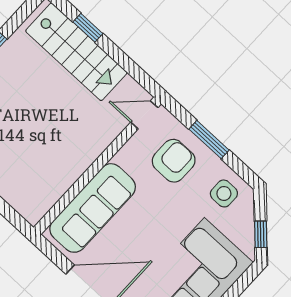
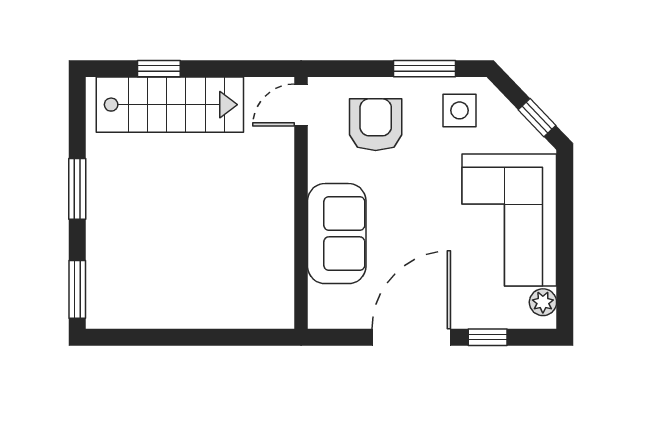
window: (209, 140) -> (424, 69), moved
sofa: (93, 208) -> (337, 234), width x0.73

